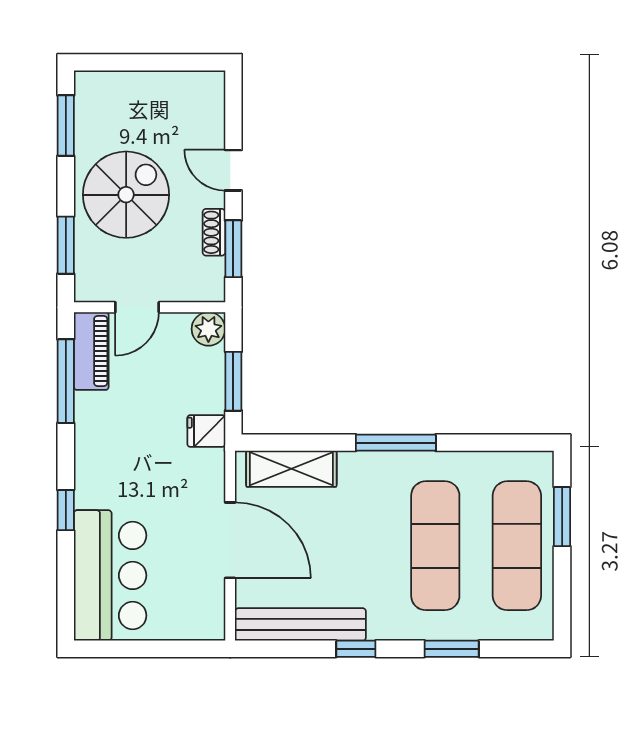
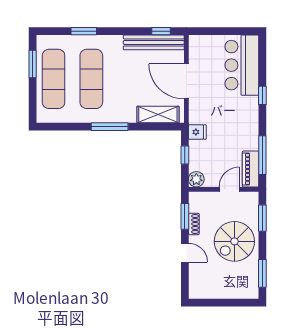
window: (233, 381) -> (185, 155), width x0.67
window: (562, 517) -> (33, 64), moved
window: (356, 649) -> (161, 31), moved

